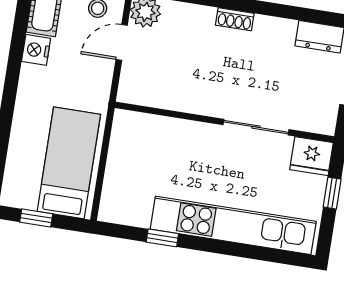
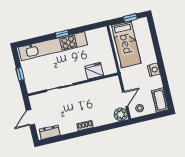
nightstand: (36, 50) -> (154, 70), moved
fridge: (311, 156) -> (94, 71), moved
window: (162, 238) -> (62, 34), moved

